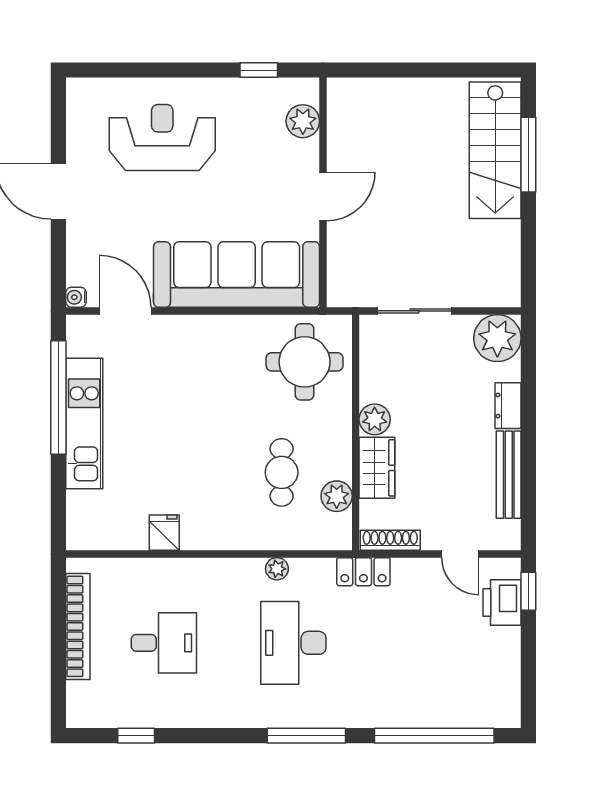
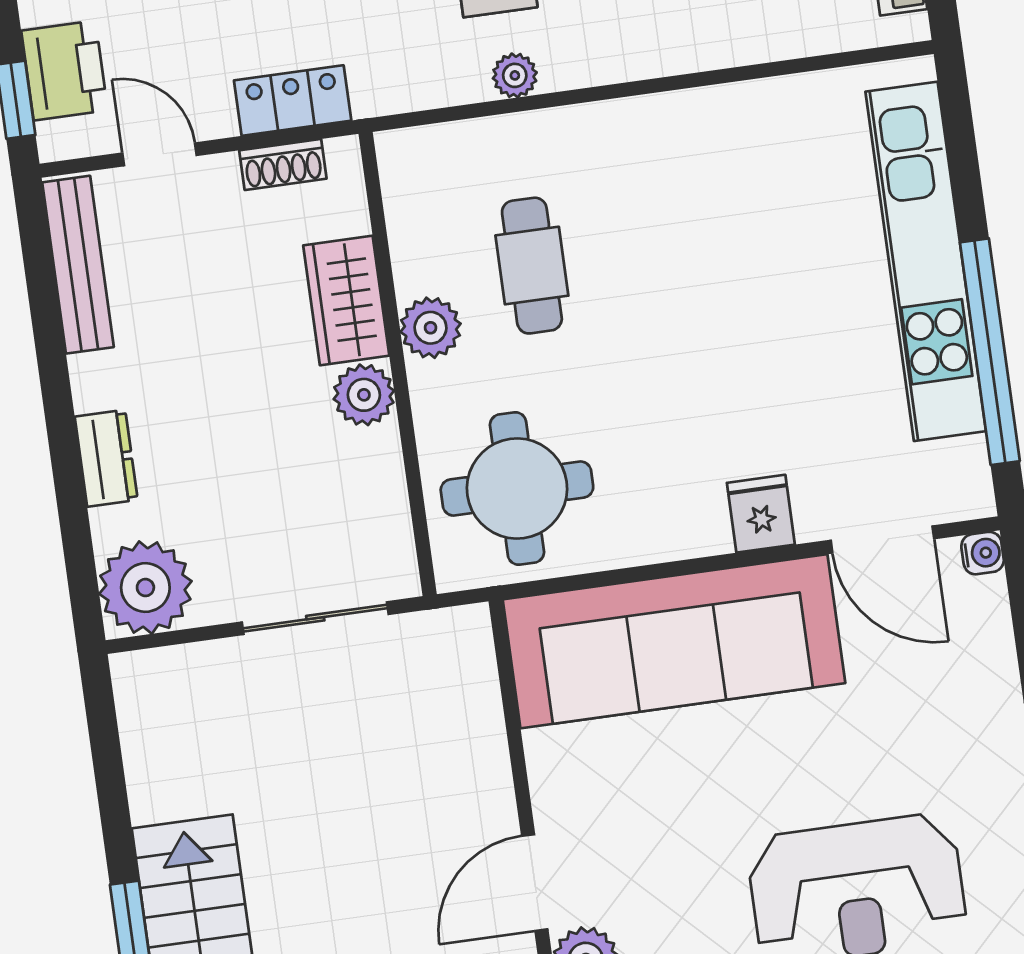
door: (323, 196) -> (535, 883), moved
kitchen unit: (84, 423) -> (926, 261), width x1.36
bench: (509, 475) -> (78, 265), moved
plant: (337, 496) -> (431, 328), moved
fridge: (164, 533) -> (761, 514), moved, turned 180
shoe rack: (390, 540) -> (283, 165), width x0.70
locker: (363, 572) -> (293, 100), moved

